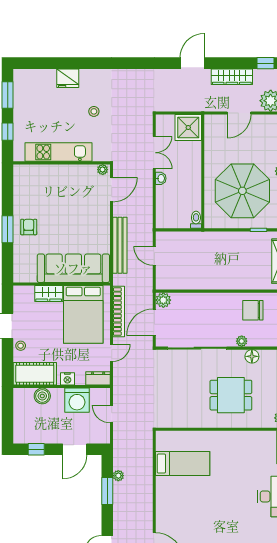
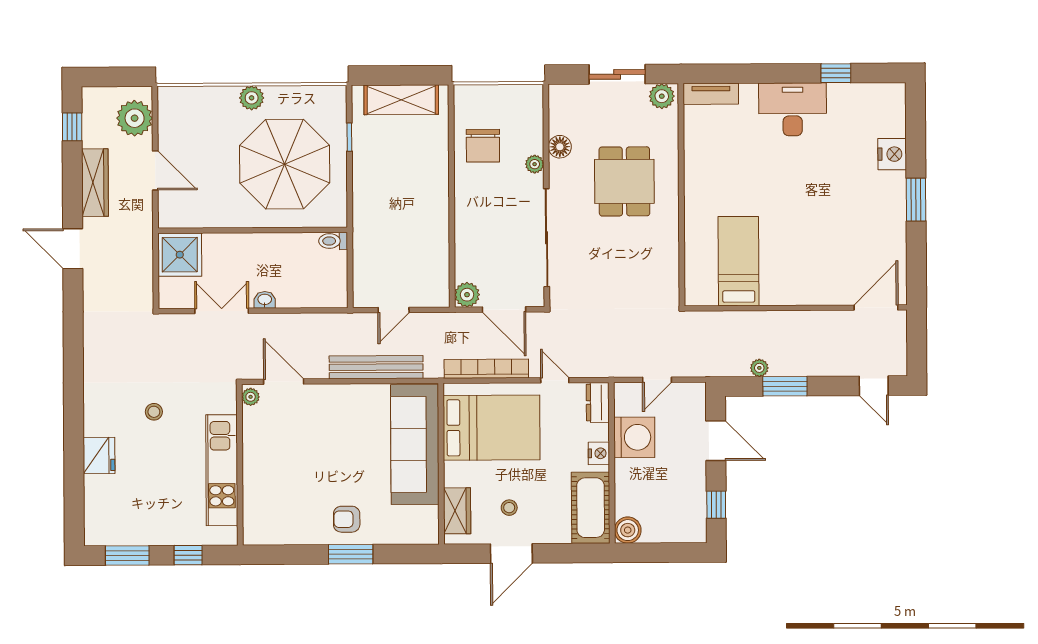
wardrobe: (49, 293) -> (457, 511), moved
stool: (21, 346) -> (509, 508), moved
boiler: (42, 396) -> (628, 530), moved

